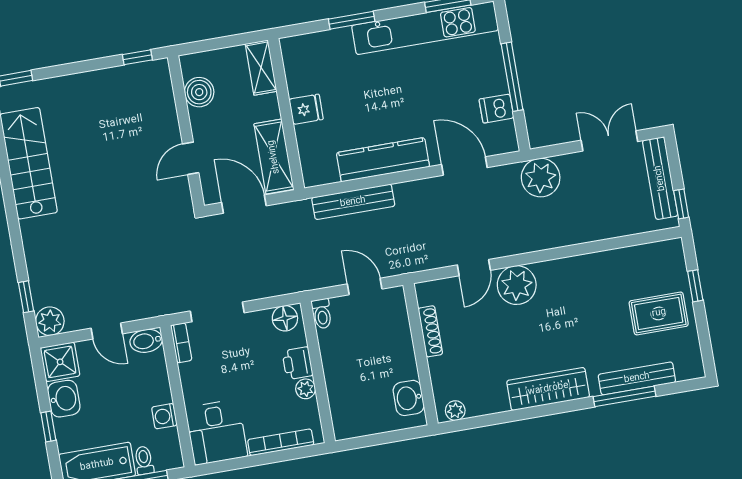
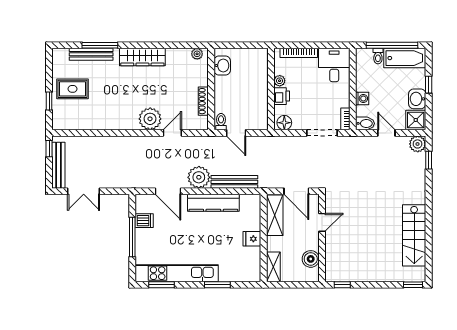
plant: (541, 178) -> (199, 177), moved
toilet: (322, 314) -> (221, 122), moved
washing machine: (164, 416) -> (362, 98), moved

